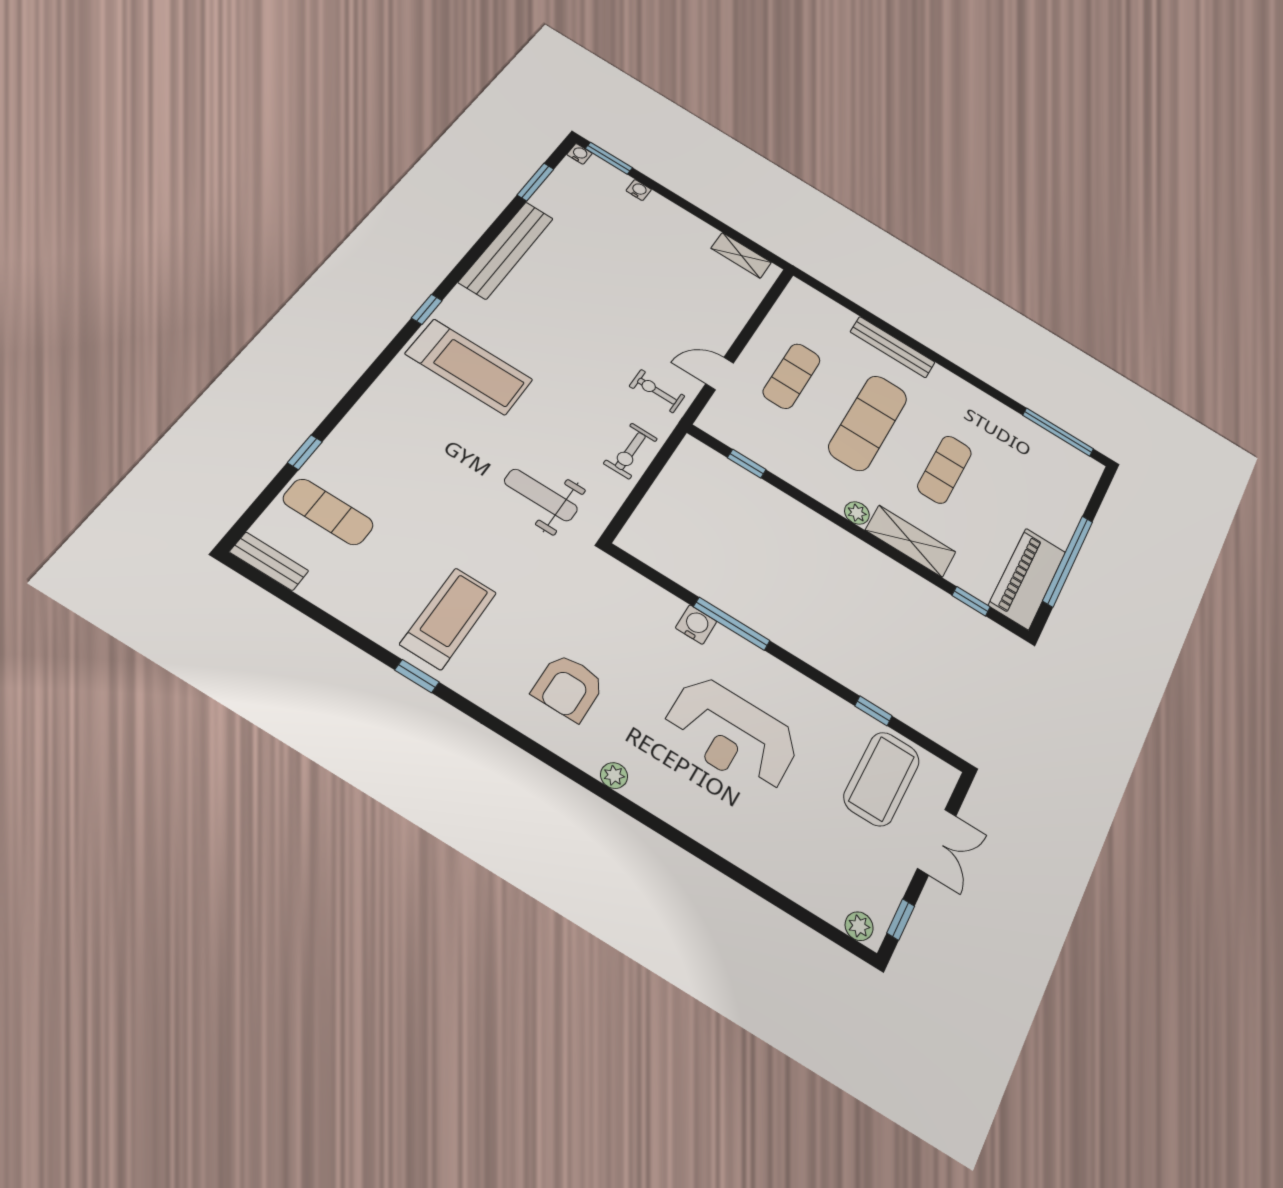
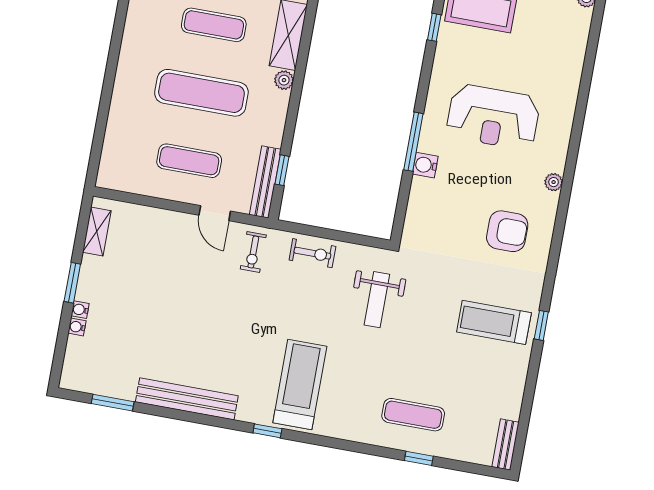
water cooler: (579, 154) -> (80, 310), moved
window: (609, 158) -> (72, 283), moved
bench: (893, 347) -> (265, 182), moved
exercise mat: (328, 512) -> (413, 415), moved, turned 90
reception desk: (732, 734) -> (493, 117), turned 90

